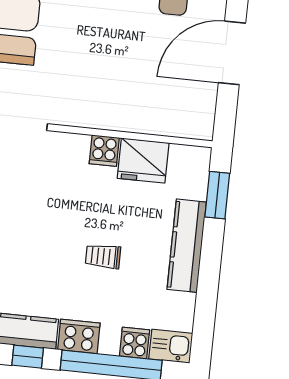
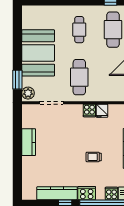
cafe table: (89, 73) -> (79, 77), added
fridge: (143, 161) -> (102, 111), width x0.53, depth x0.75

